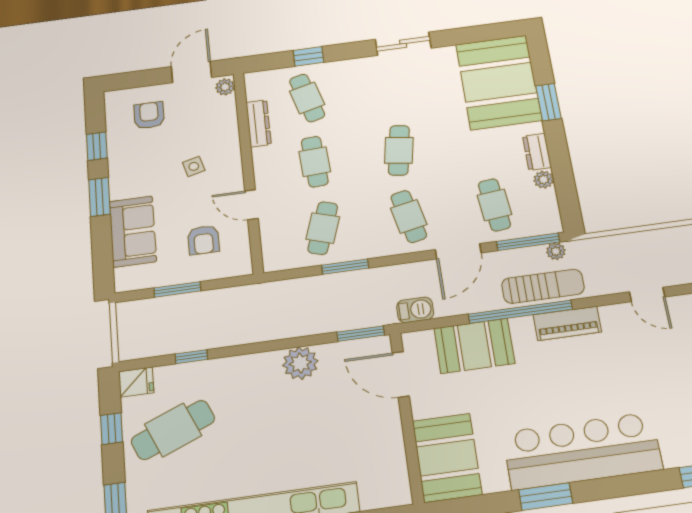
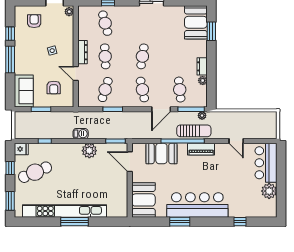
booth: (499, 82) -> (196, 22), width x0.73, depth x0.70
window: (549, 102) -> (211, 31), moved
dresser: (259, 123) -> (82, 52), moved
window: (99, 197) -> (10, 59), width x1.44
sofa: (133, 231) -> (24, 91), moved
barbecue: (415, 310) -> (81, 134), moved

